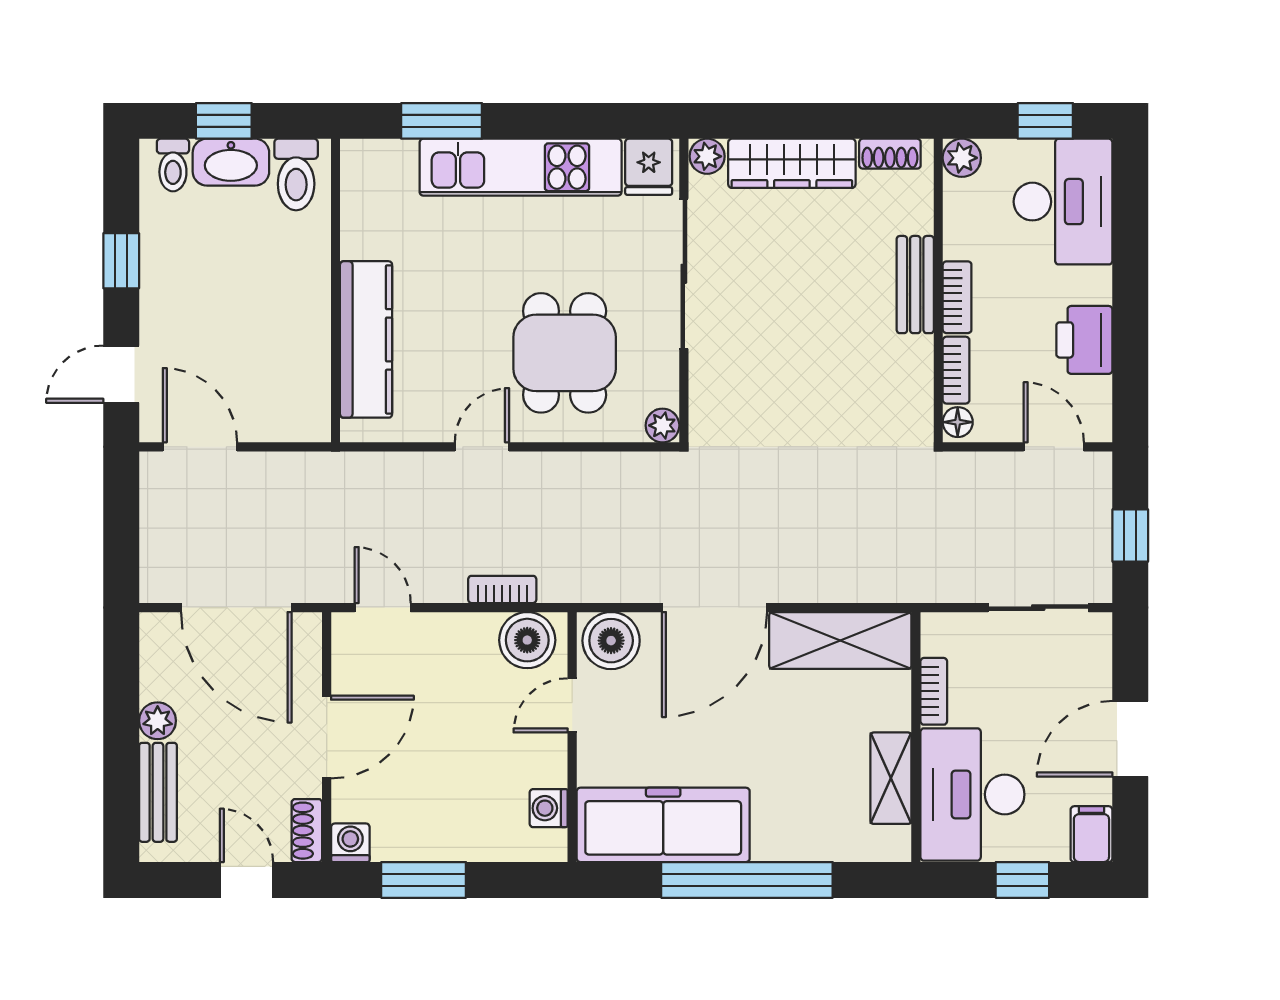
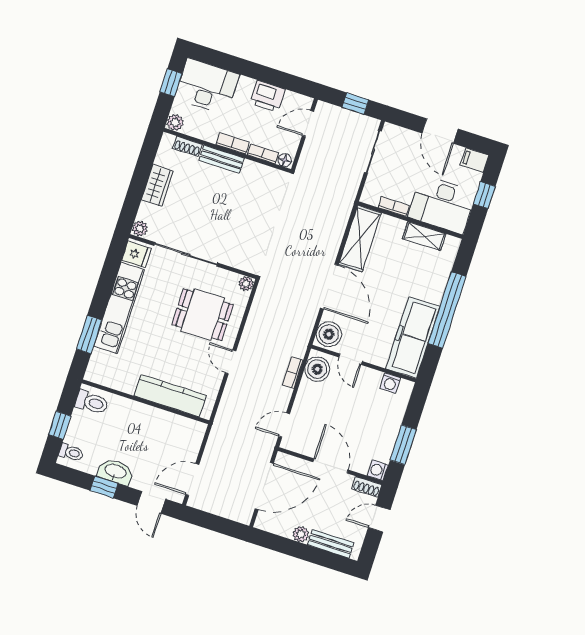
shoe rack: (890, 154) -> (187, 146), moved, turned 90
washbasin: (231, 162) -> (115, 472), moved, turned -90
wardrobe: (792, 163) -> (157, 185), width x0.67

